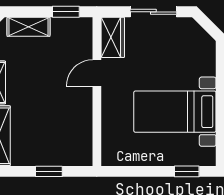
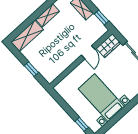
door: (97, 73) -> (88, 52), swing flipped

